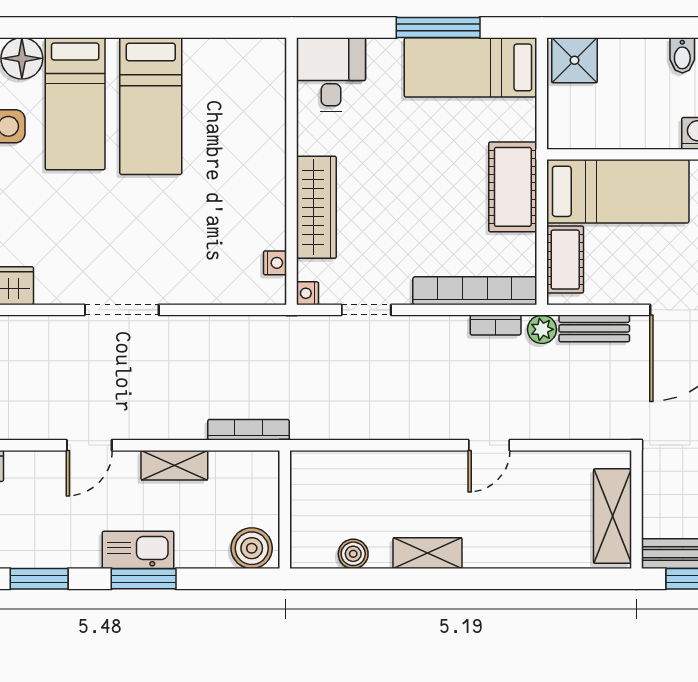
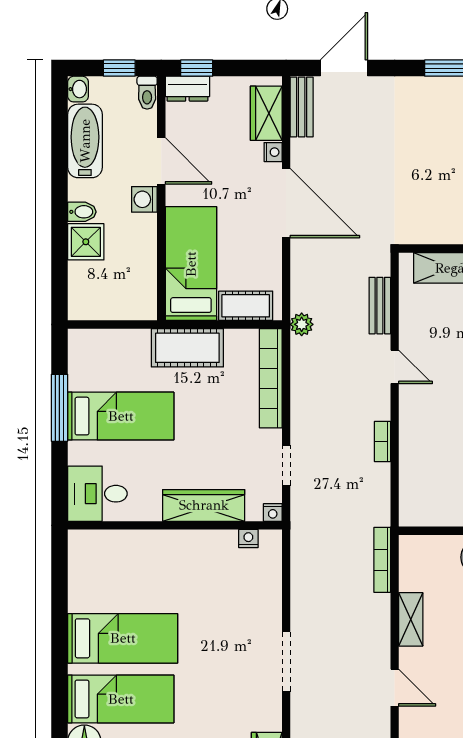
shower: (574, 60) -> (86, 242), moved
bed: (471, 67) -> (121, 416), moved, turned -90
bookcase: (496, 325) -> (383, 441), moved, turned 180
bench: (594, 328) -> (380, 306), moved

